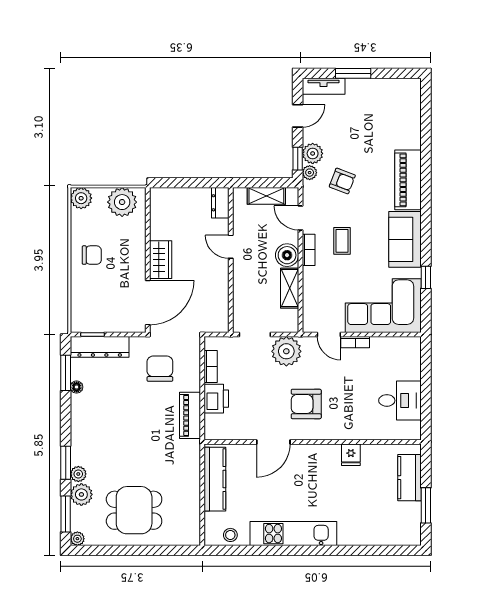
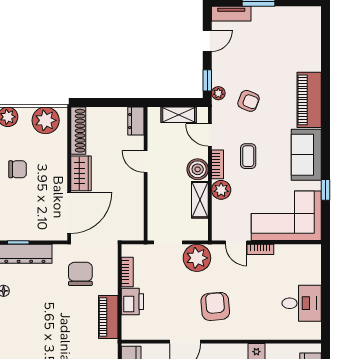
plant: (313, 153) -> (221, 190), moved
shoe rack: (158, 213) -> (78, 131), added
armchair: (306, 404) -> (215, 306), turned 85

